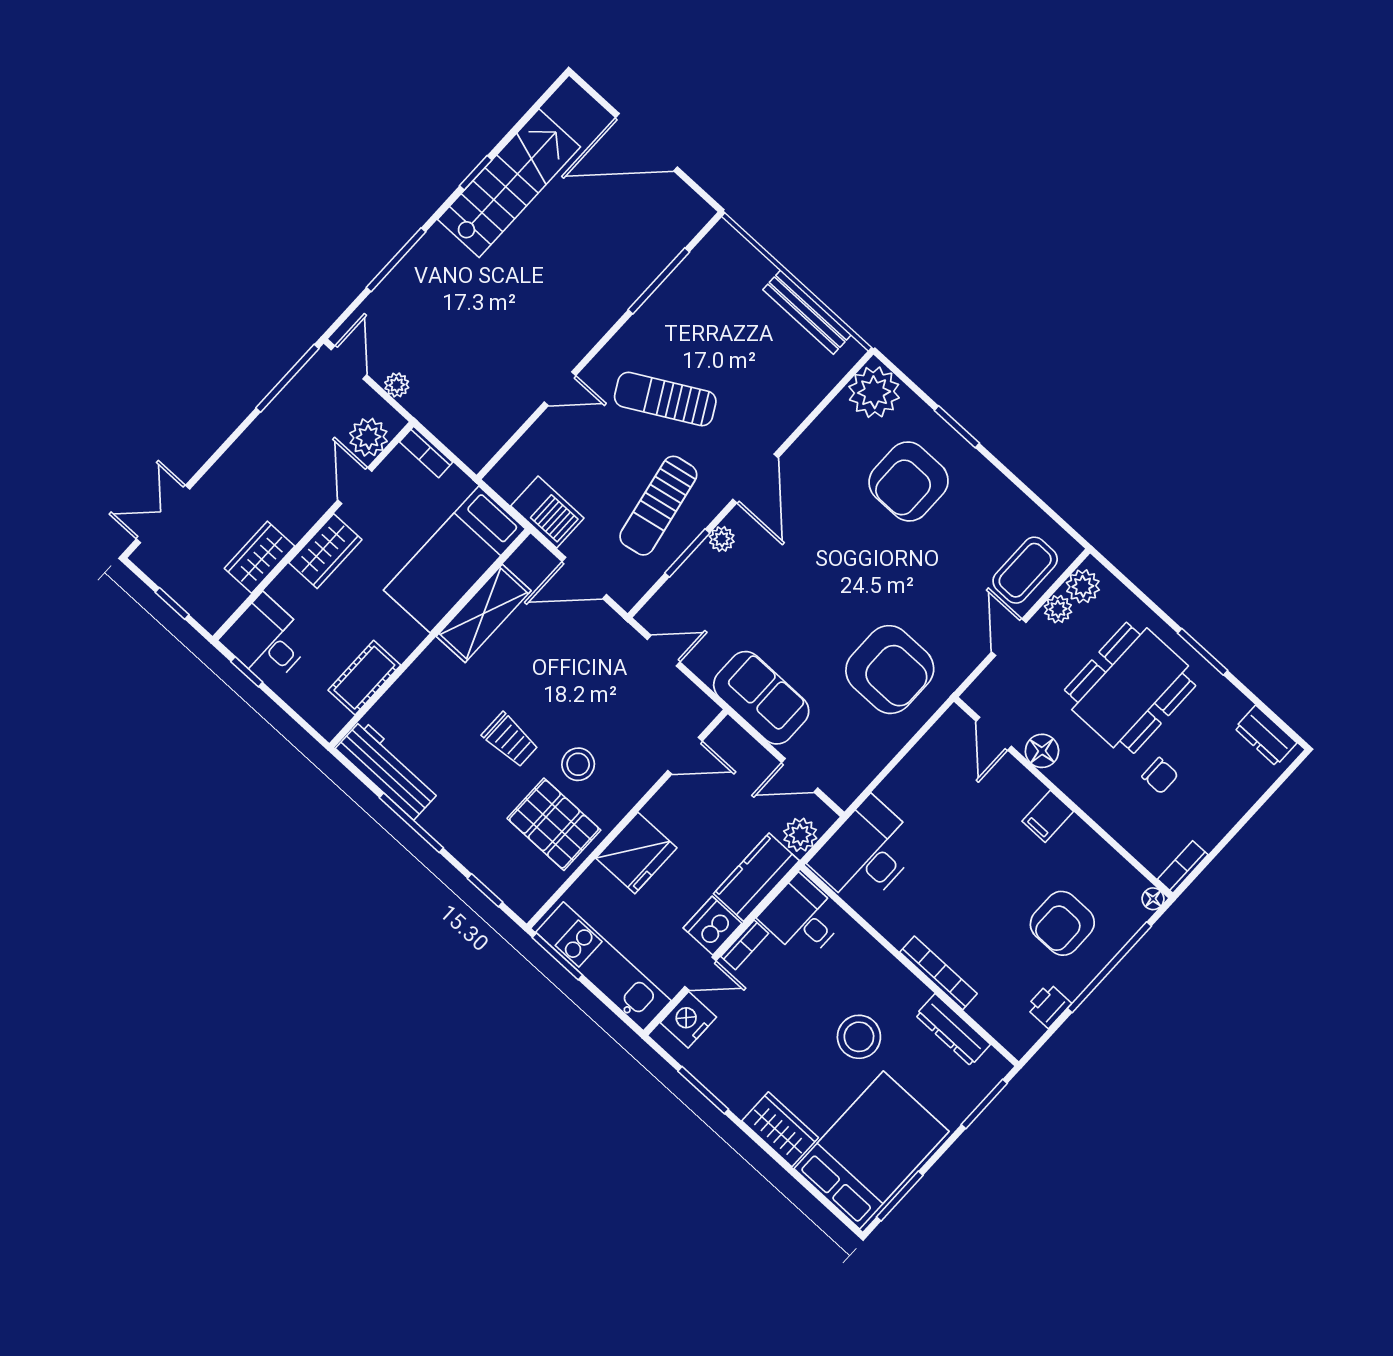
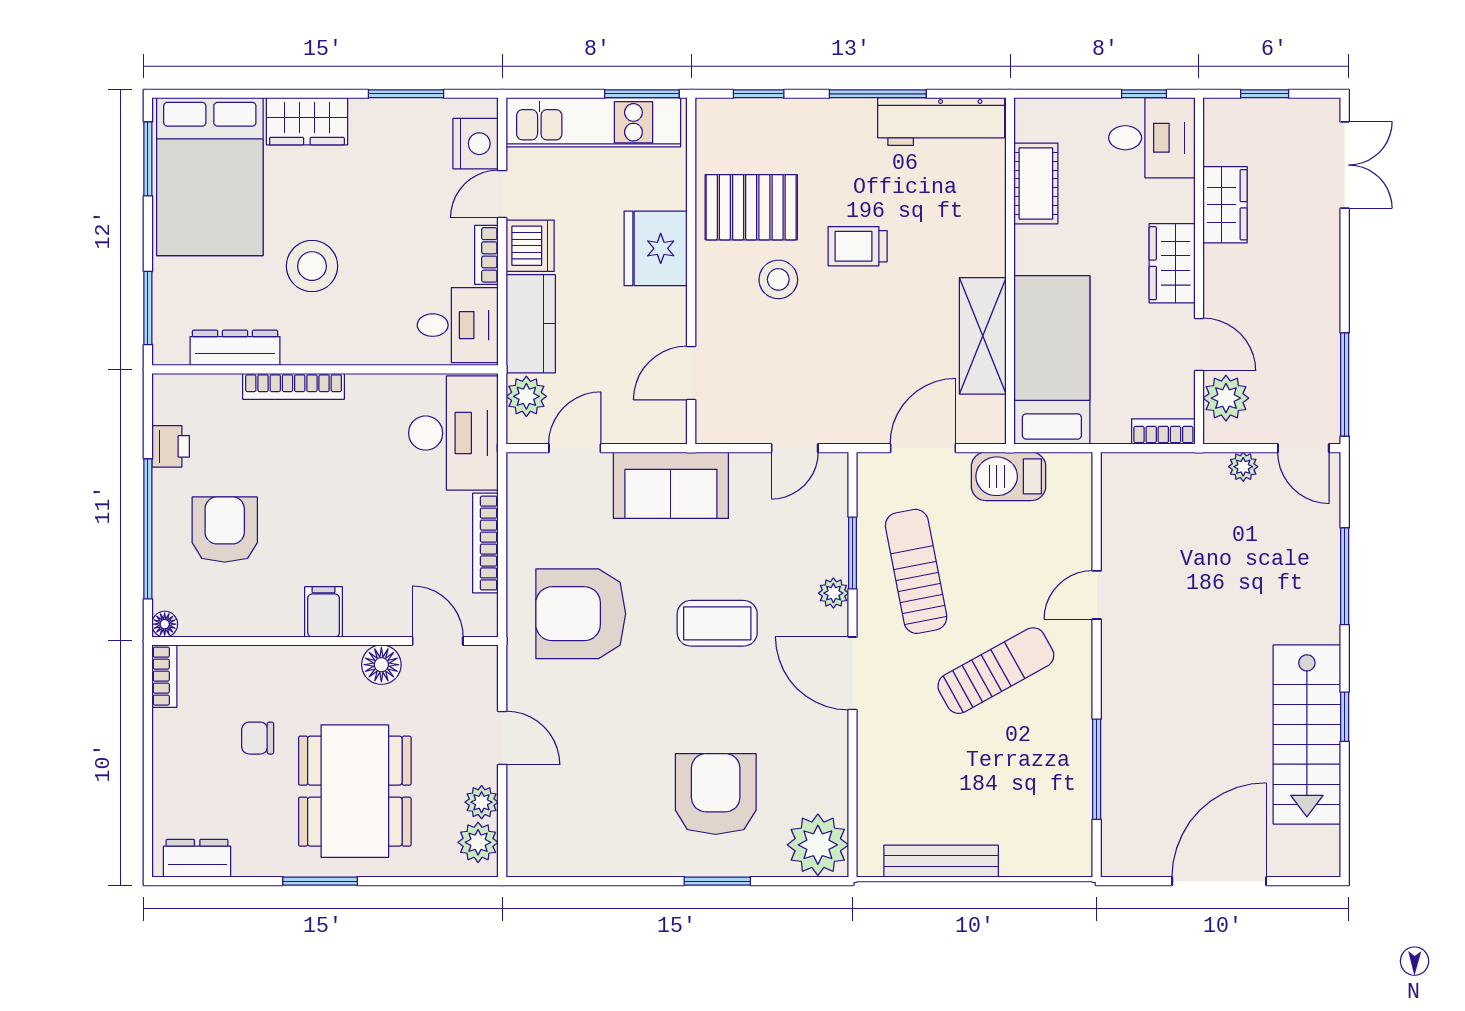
coffee table: (1025, 570) -> (717, 623), moved, turned 90
bookcase: (909, 767) -> (485, 543), added

